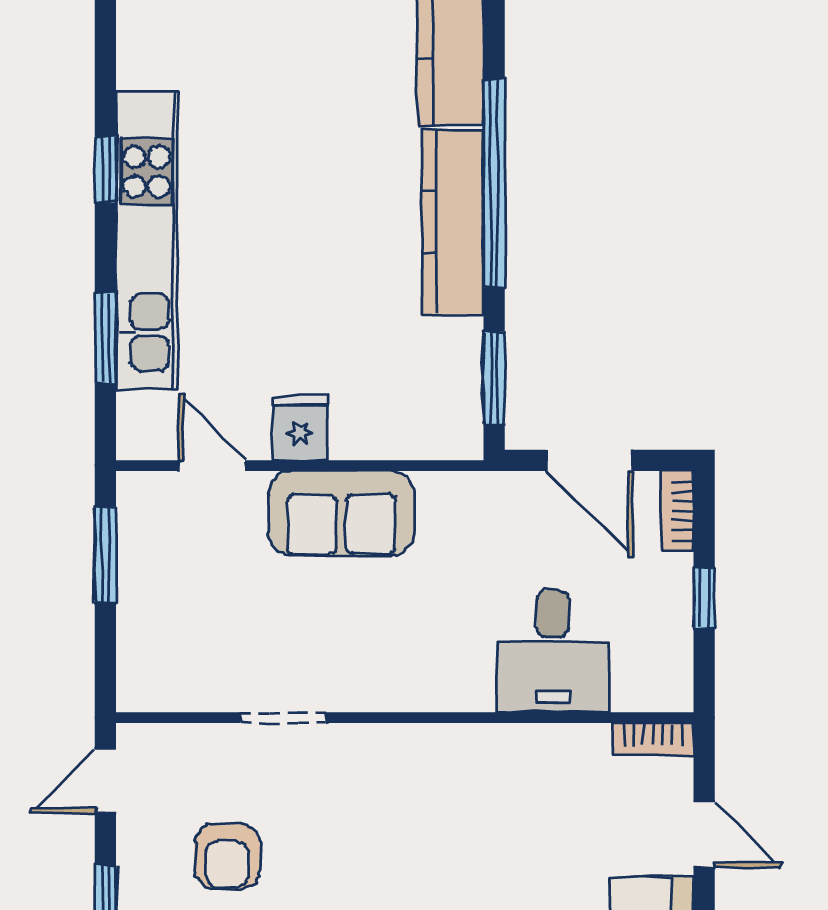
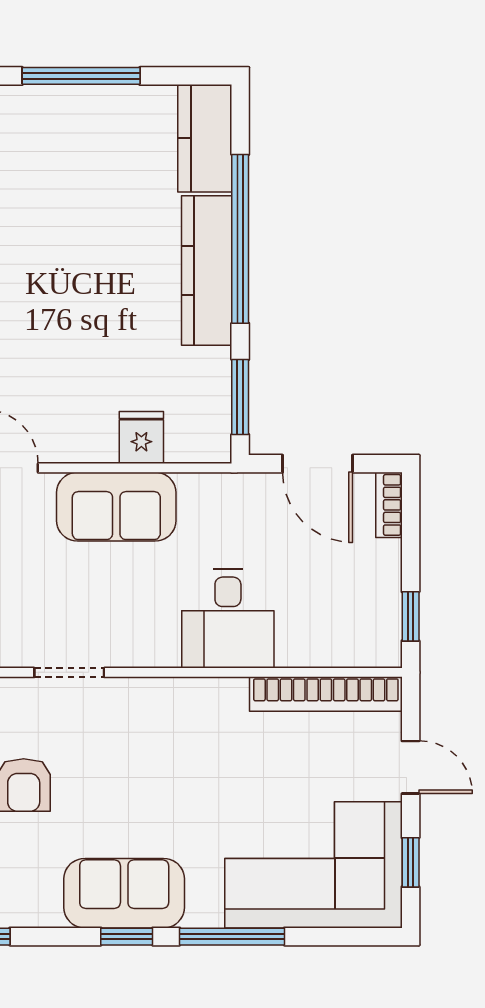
fridge: (300, 428) -> (141, 438), moved
window: (704, 598) -> (411, 616), moved
desk: (553, 651) -> (228, 619), moved
bookcase: (653, 739) -> (326, 694), width x2.31, depth x1.31

